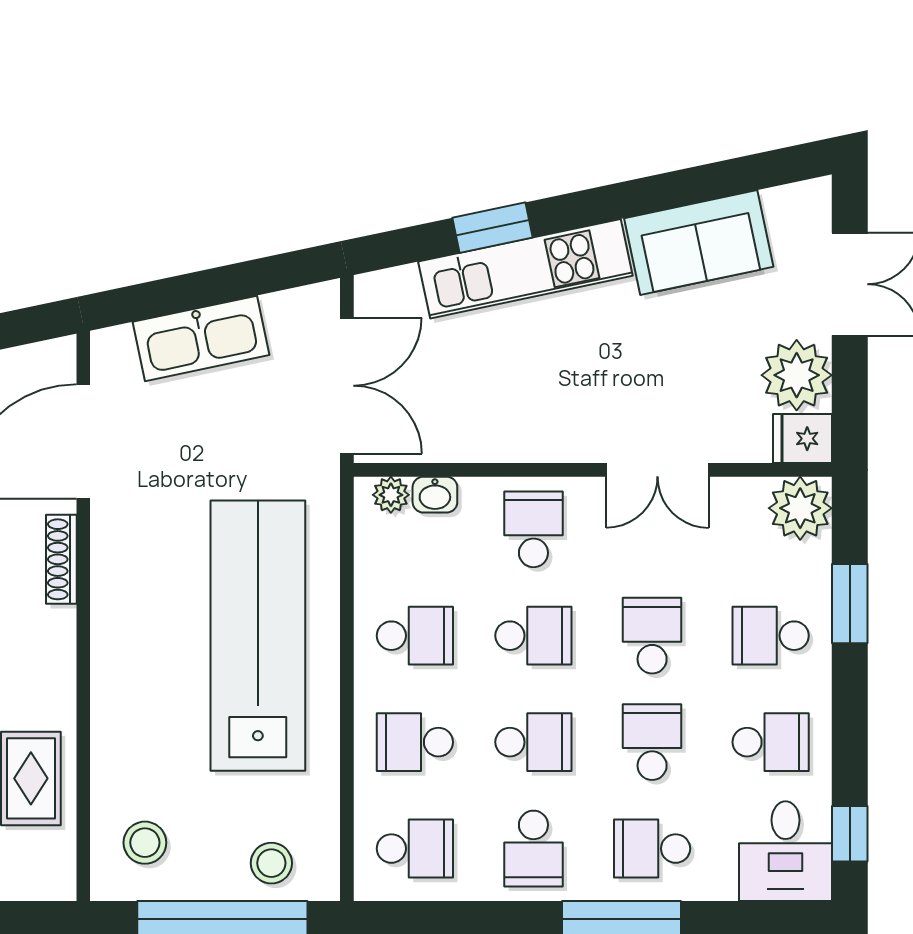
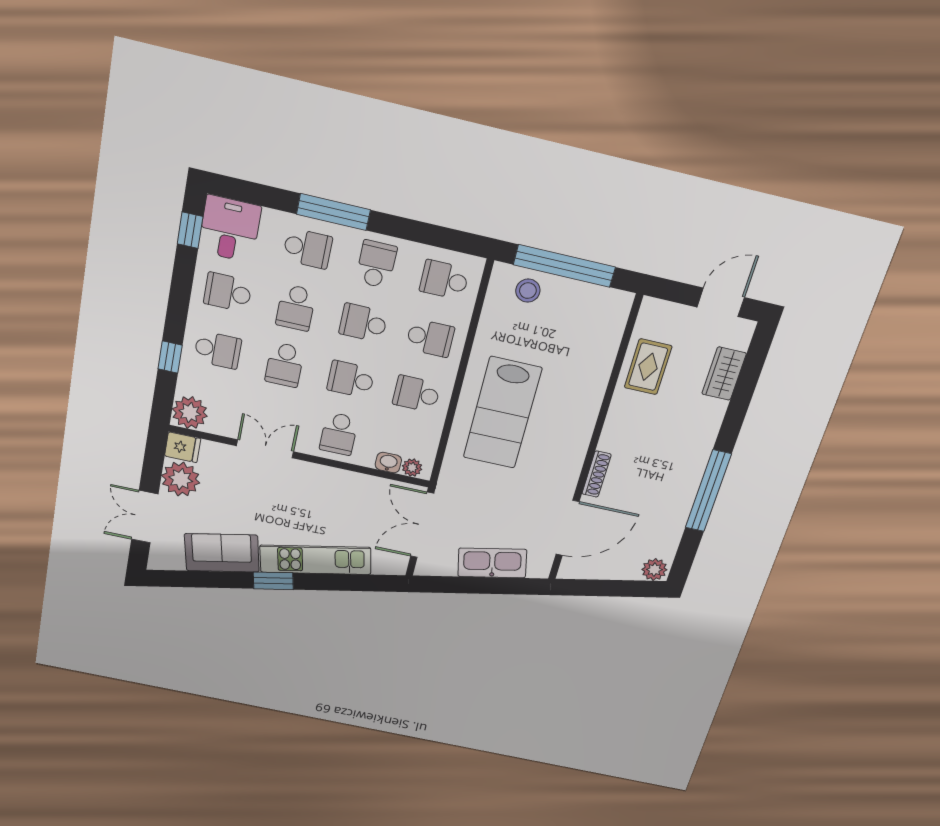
window: (492, 228) -> (273, 581), moved
window: (850, 604) -> (170, 357), width x0.67
lab bench: (258, 636) -> (502, 413), width x0.73
stool: (145, 843) -> (596, 318), removed

